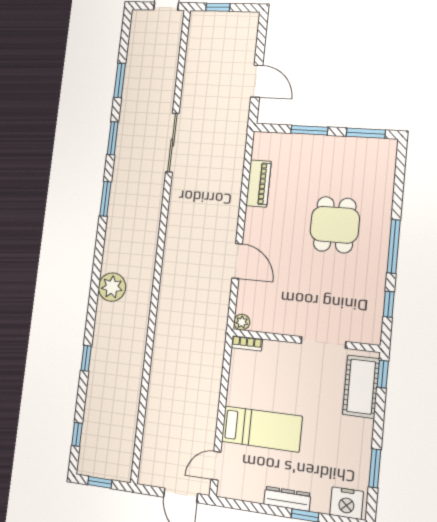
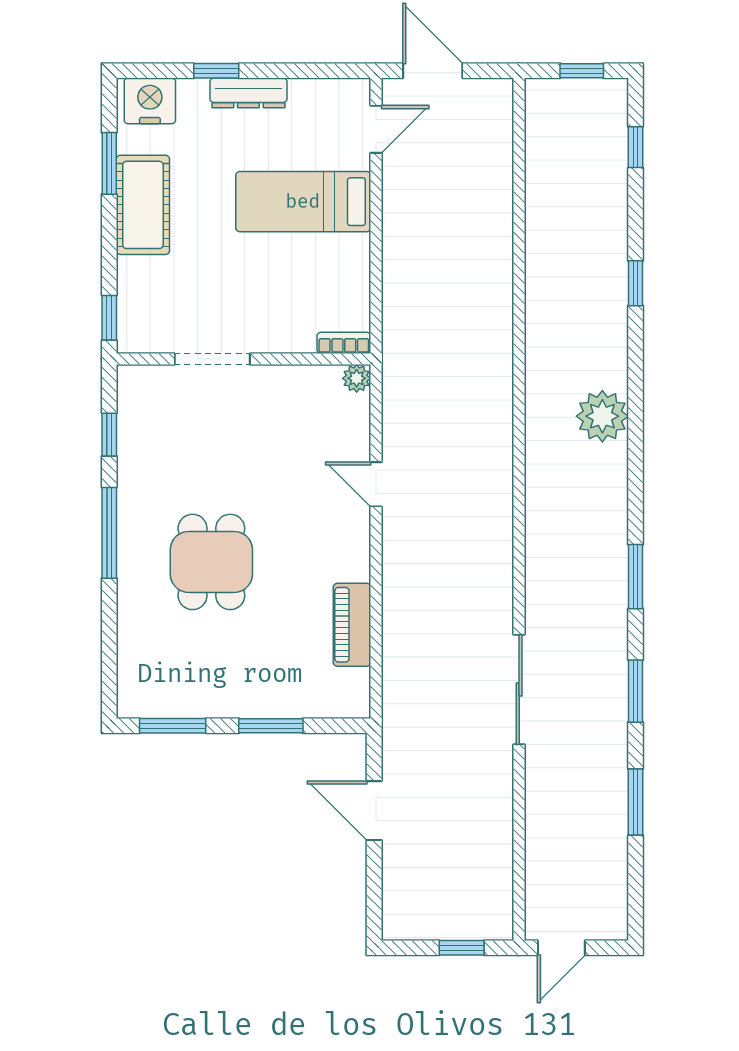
door: (237, 261) -> (376, 484), width x0.73
cot: (361, 387) -> (143, 205), moved

